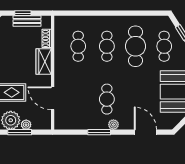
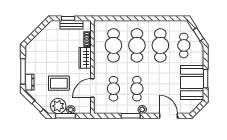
cafe table: (78, 46) -> (113, 45), width x1.37, depth x1.35
cafe table: (107, 46) -> (137, 45), width x1.37, depth x1.35
door: (53, 98) -> (92, 88), hinge flipped
cafe table: (78, 99) -> (113, 89), added

